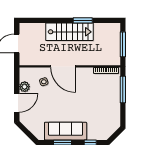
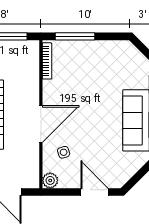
plant: (25, 87) -> (50, 180), moved

